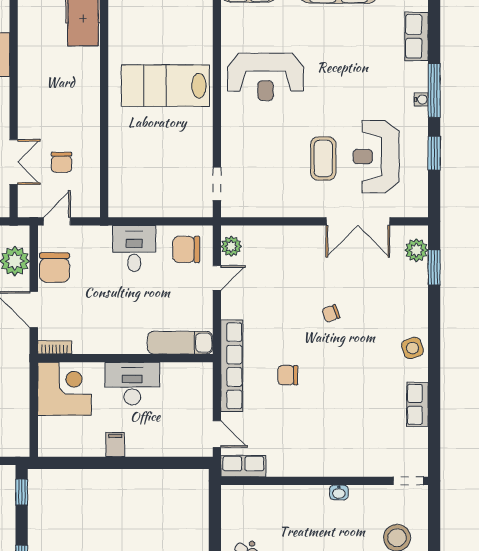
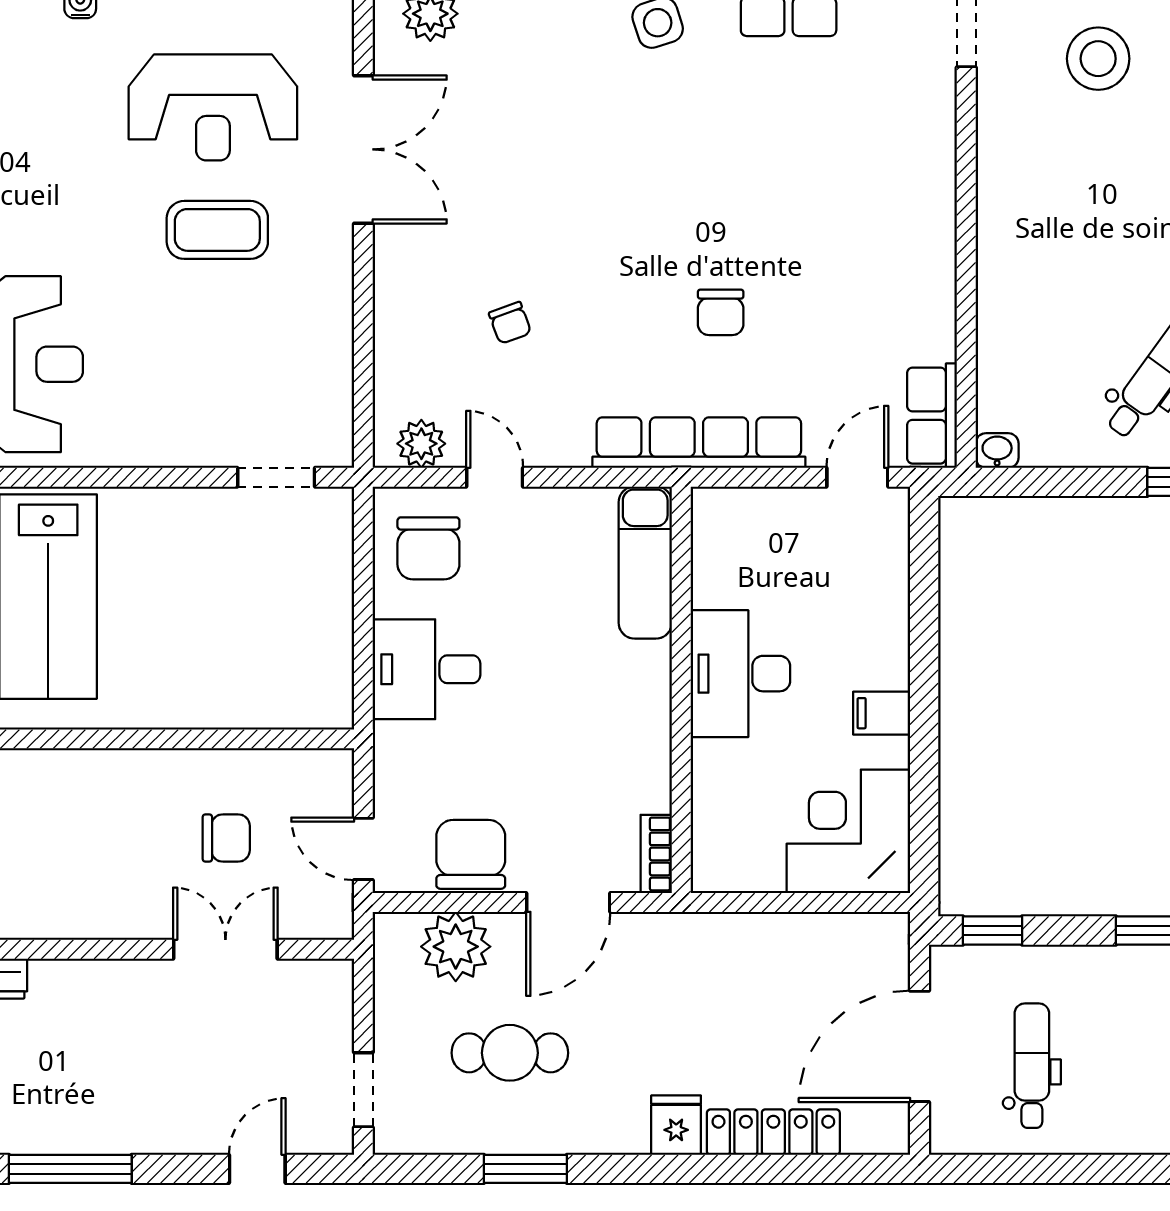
chair: (54, 268) -> (471, 854), turned -90
chair: (331, 313) -> (510, 323), moved
corner desk: (64, 389) -> (848, 831), moved
washbasin: (339, 492) -> (997, 450), moved, turned -90

